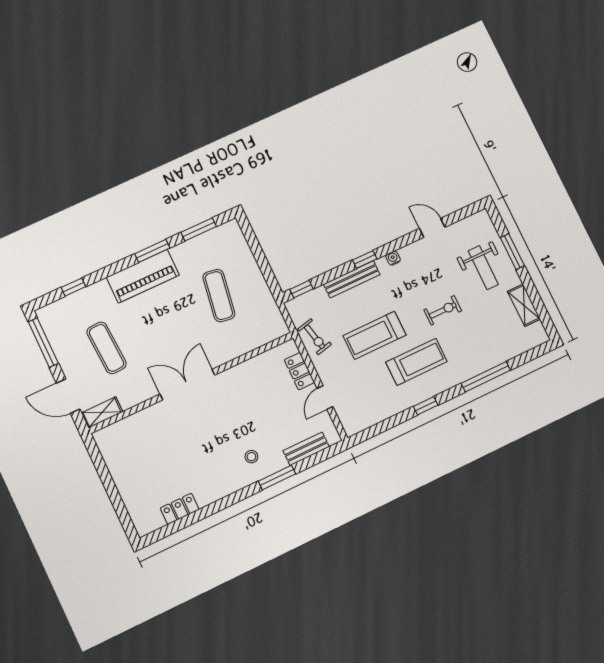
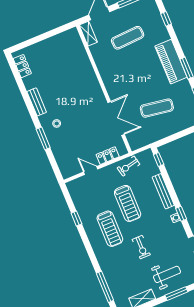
window: (365, 259) -> (181, 214), moved
weight bench: (483, 268) -> (167, 274), turned 180
treadmill: (375, 335) -> (128, 203), turned 180
window: (486, 377) -> (105, 287), moved
double door: (187, 385) -> (116, 118), moved
window: (426, 406) -> (76, 219), moved
bench: (306, 449) -> (37, 102), moved
locker: (180, 509) -> (22, 66), moved

